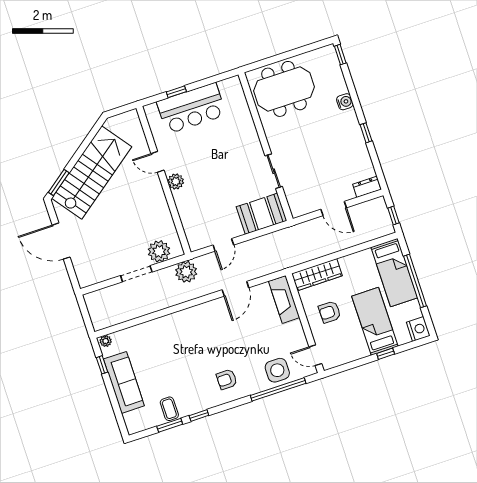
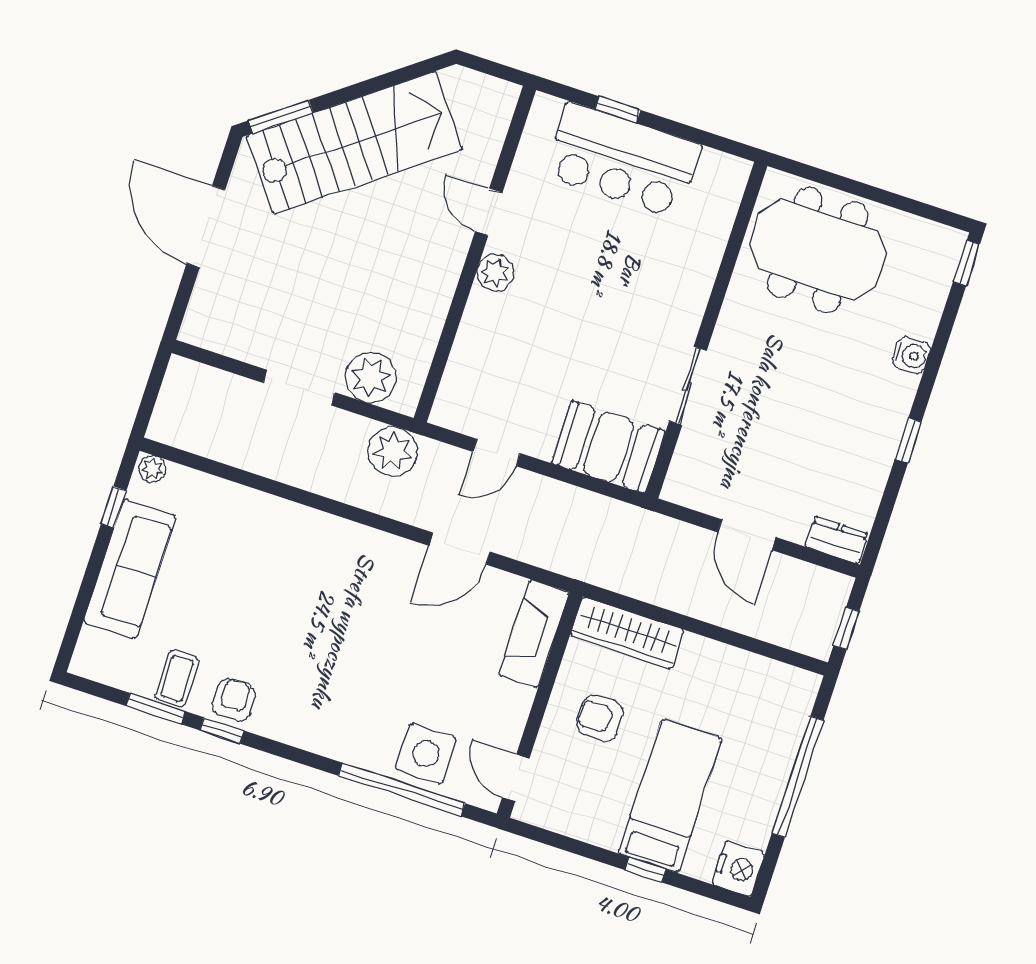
bed: (394, 273) -> (771, 733), removed
armchair: (227, 379) -> (234, 700), moved, turned 90

